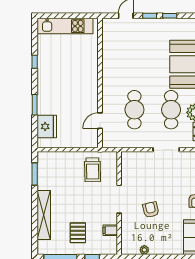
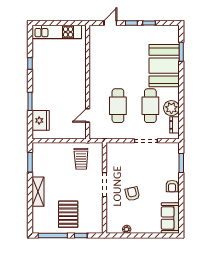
shelving: (44, 215) -> (38, 192), width x0.68
filing cabinet: (110, 230) -> (97, 212), removed
pallet: (78, 233) -> (68, 214), width x1.50, depth x1.42

